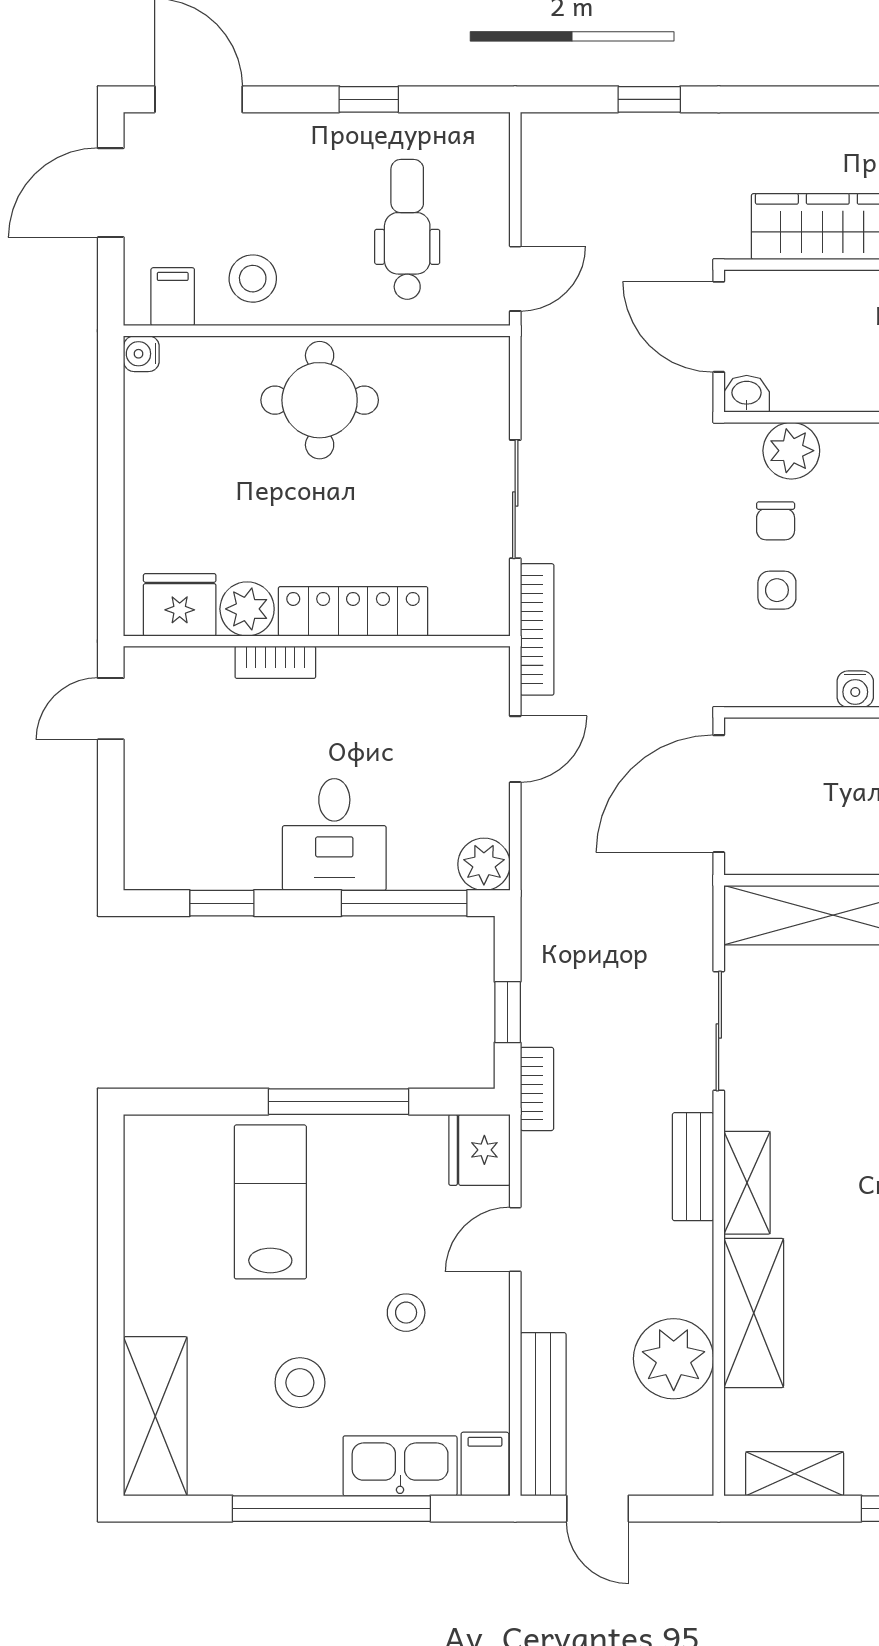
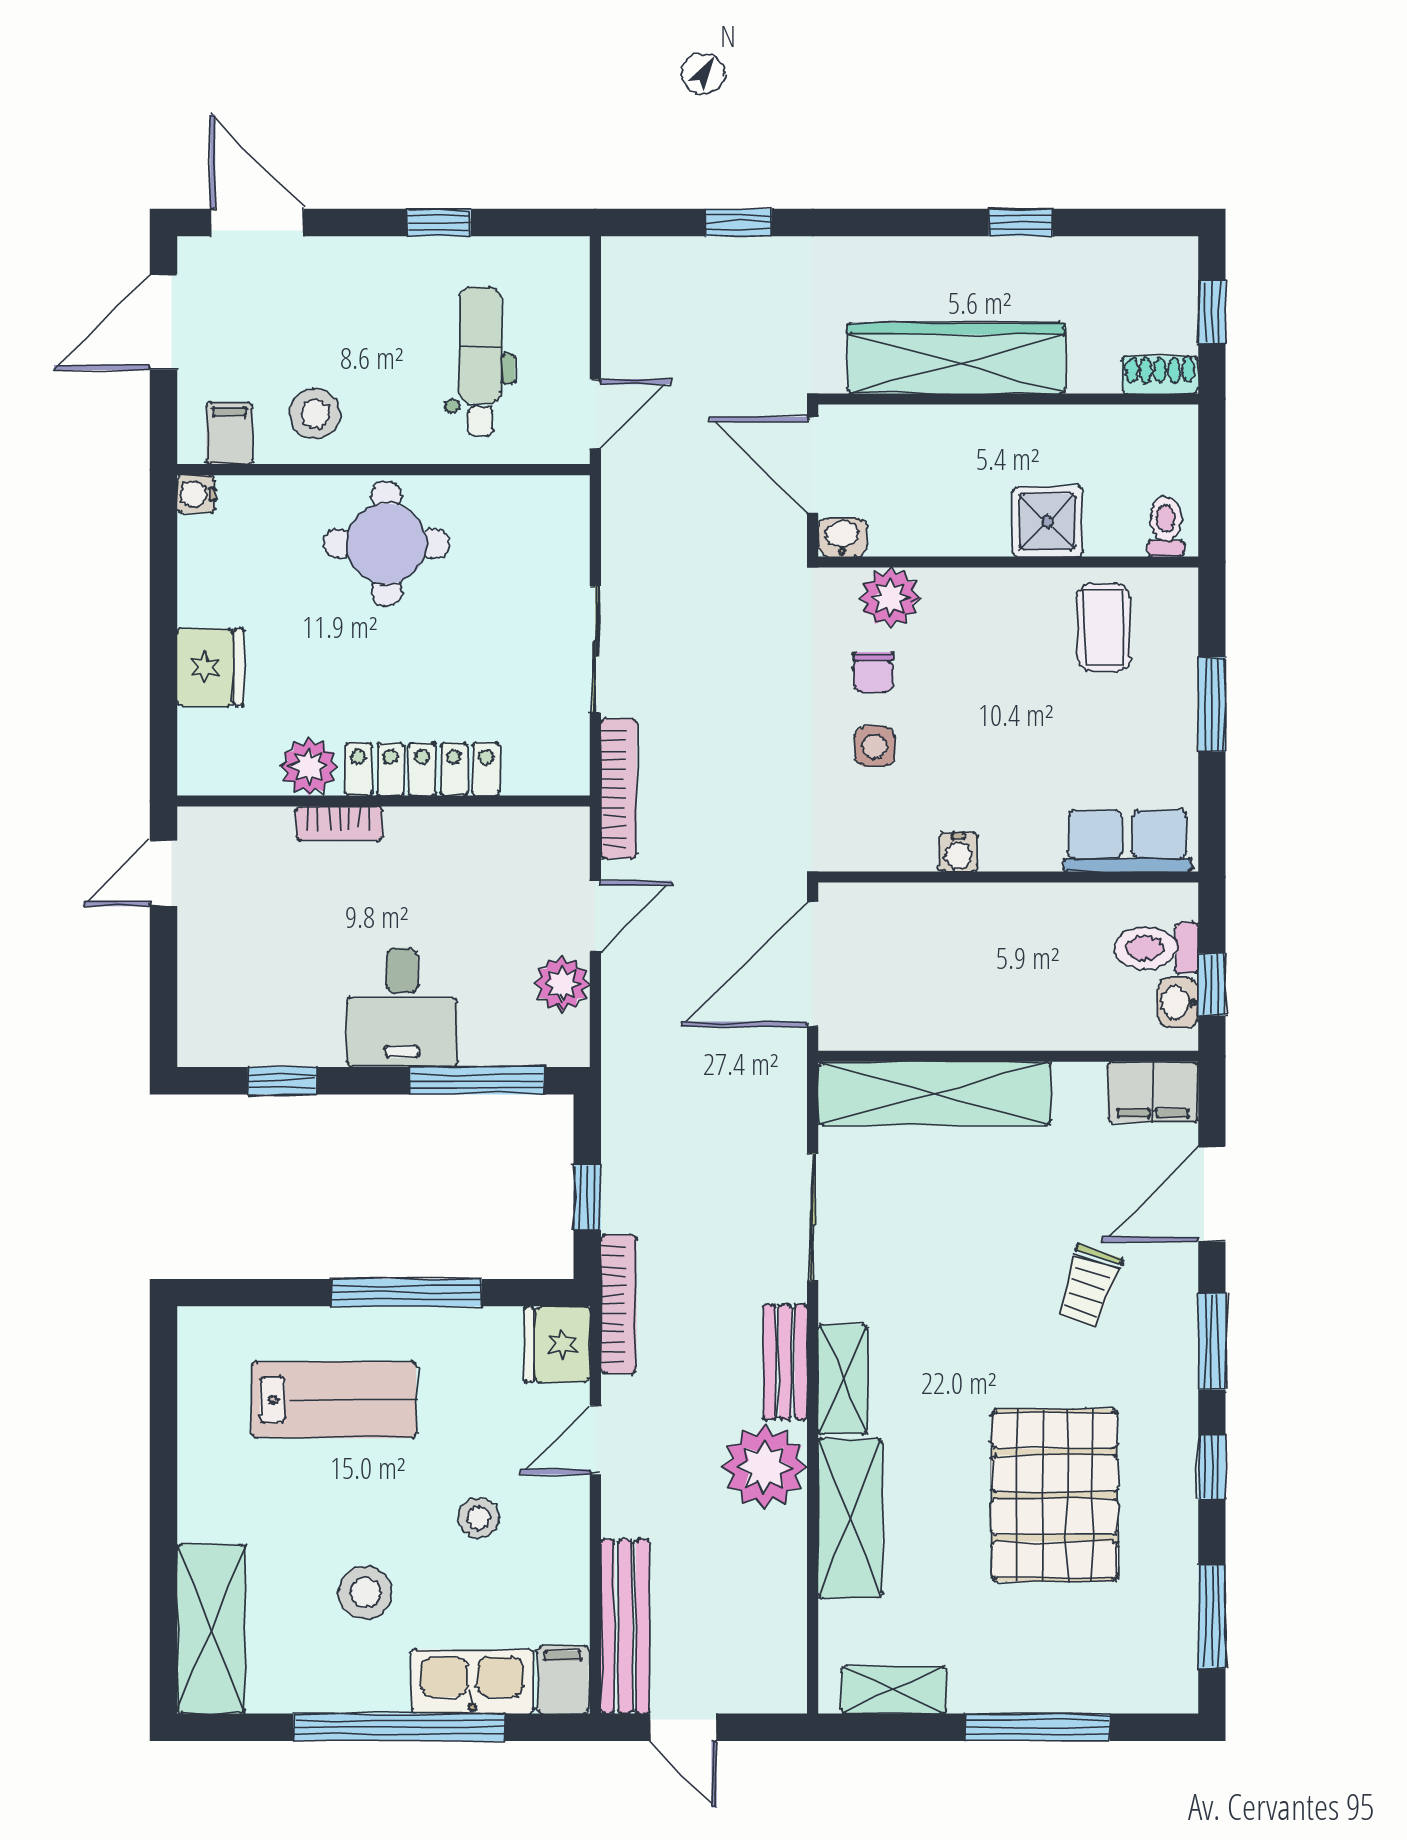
fridge: (180, 605) -> (210, 667), moved, turned 90
plant: (484, 864) -> (562, 984), moved
bookcase: (537, 1089) -> (619, 1304), width x1.56
lab bench: (270, 1202) -> (334, 1400), turned 90
plant: (674, 1359) -> (764, 1467), moved

